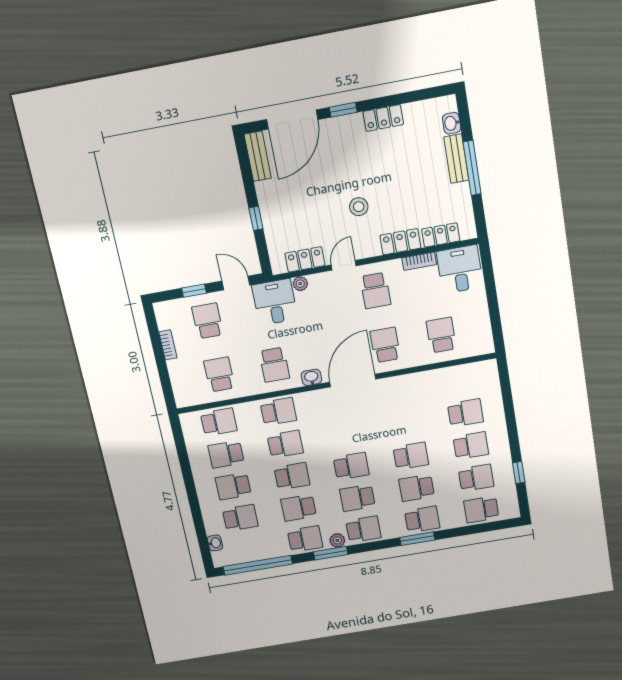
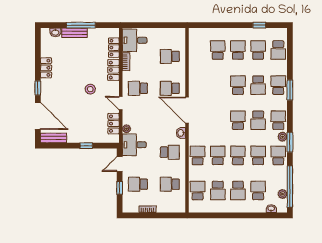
school desk: (375, 291) -> (138, 88), turned 180
school desk: (299, 508) -> (258, 155), turned 180
plant: (243, 556) -> (282, 194), added

